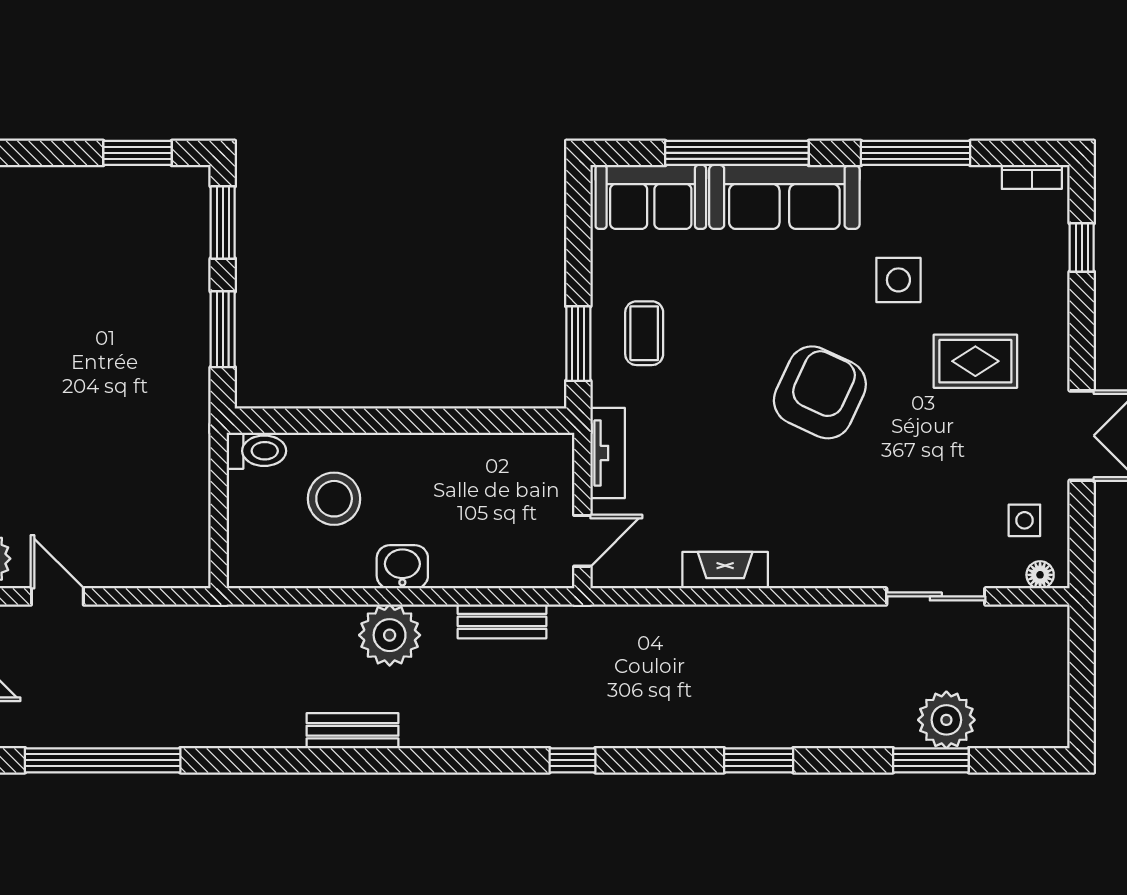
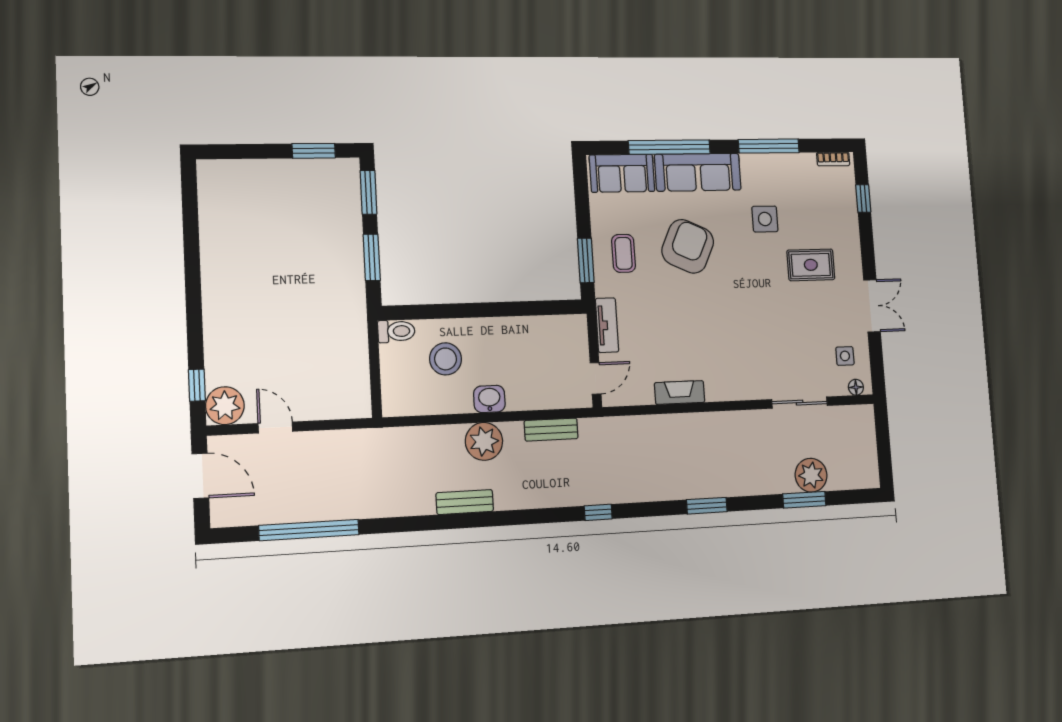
armchair: (820, 392) -> (688, 246), moved

